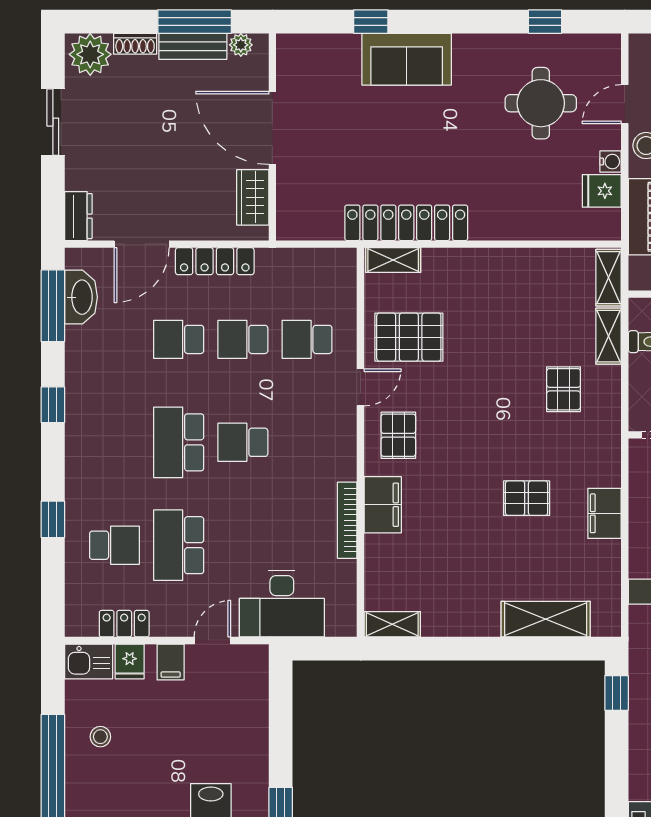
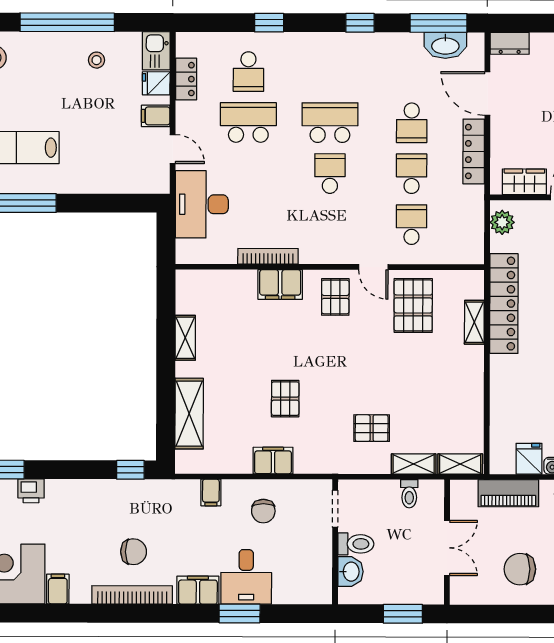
plant: (304, 225) -> (502, 222), added
shelving: (393, 260) -> (474, 322), moved
school desk: (179, 339) -> (412, 123), turned 180
pallet: (398, 435) -> (335, 297), turned 90
shelving: (392, 624) -> (185, 338), moved

